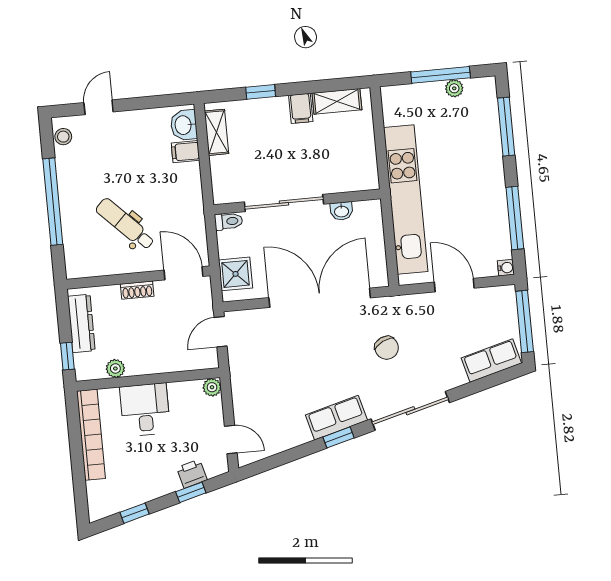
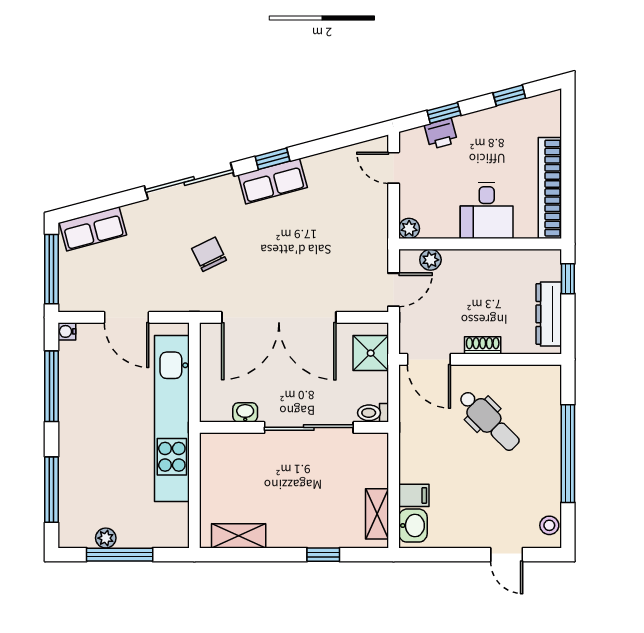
door: (99, 107) -> (507, 555), hinge flipped
filing cabinet: (301, 108) -> (280, 532), removed
plant: (115, 368) -> (430, 260), moved

